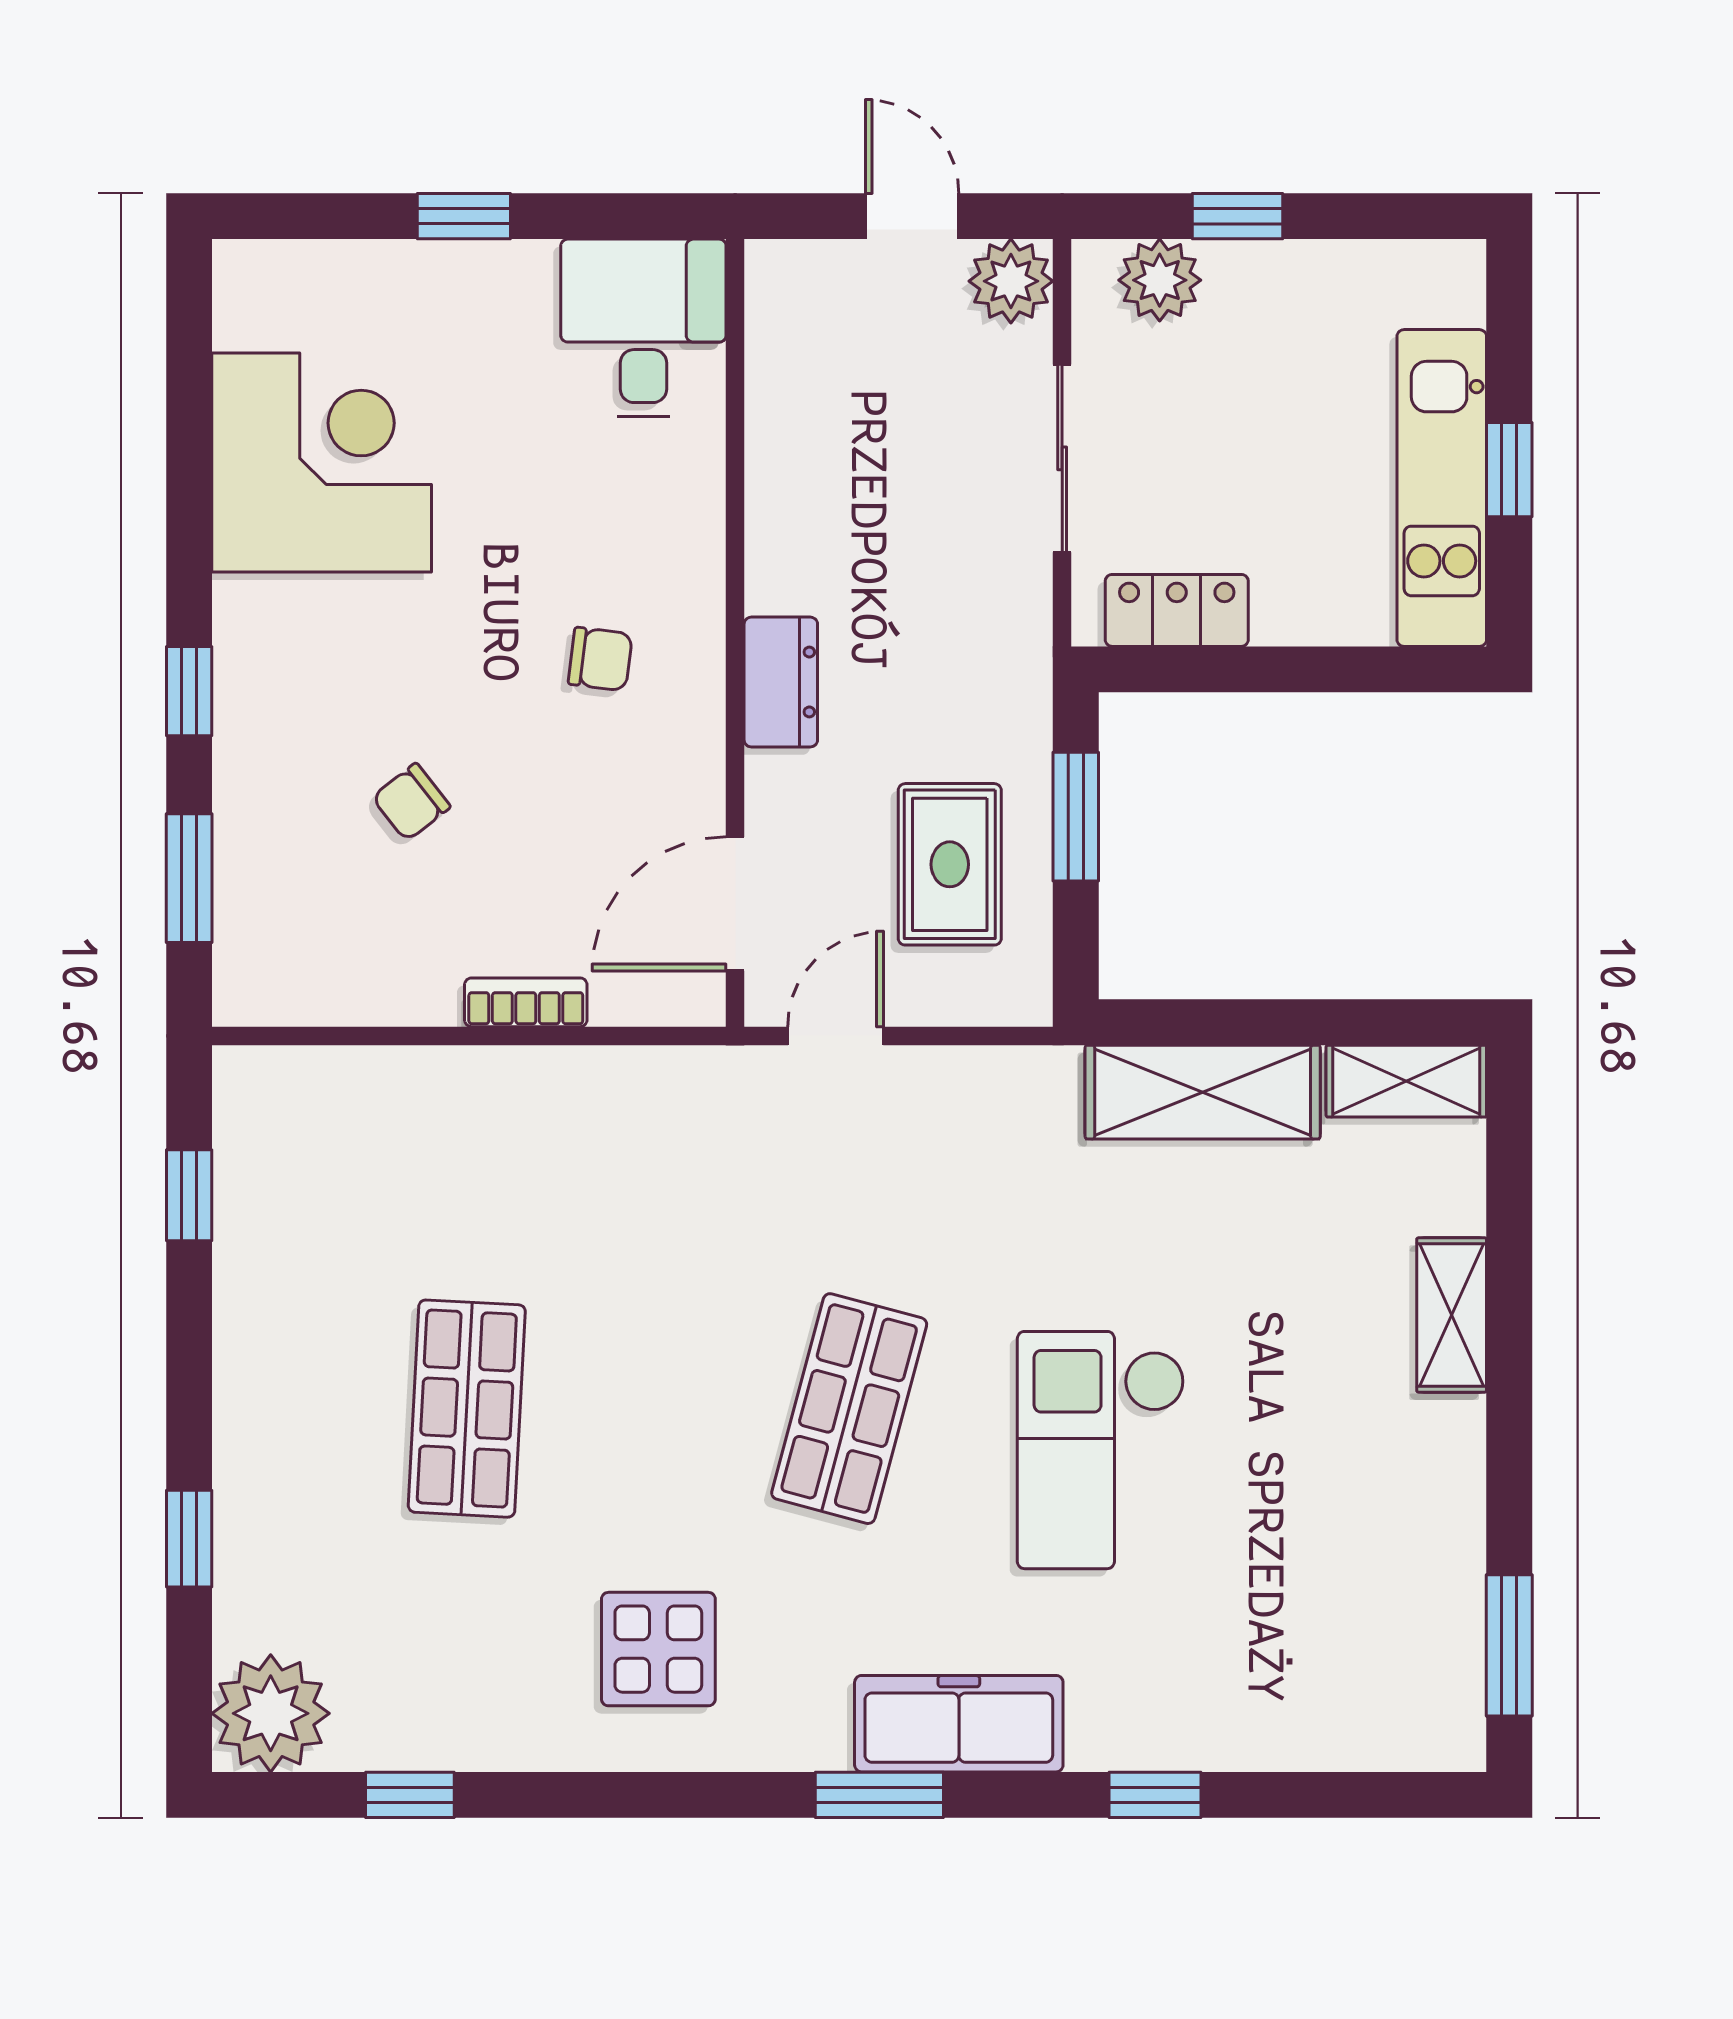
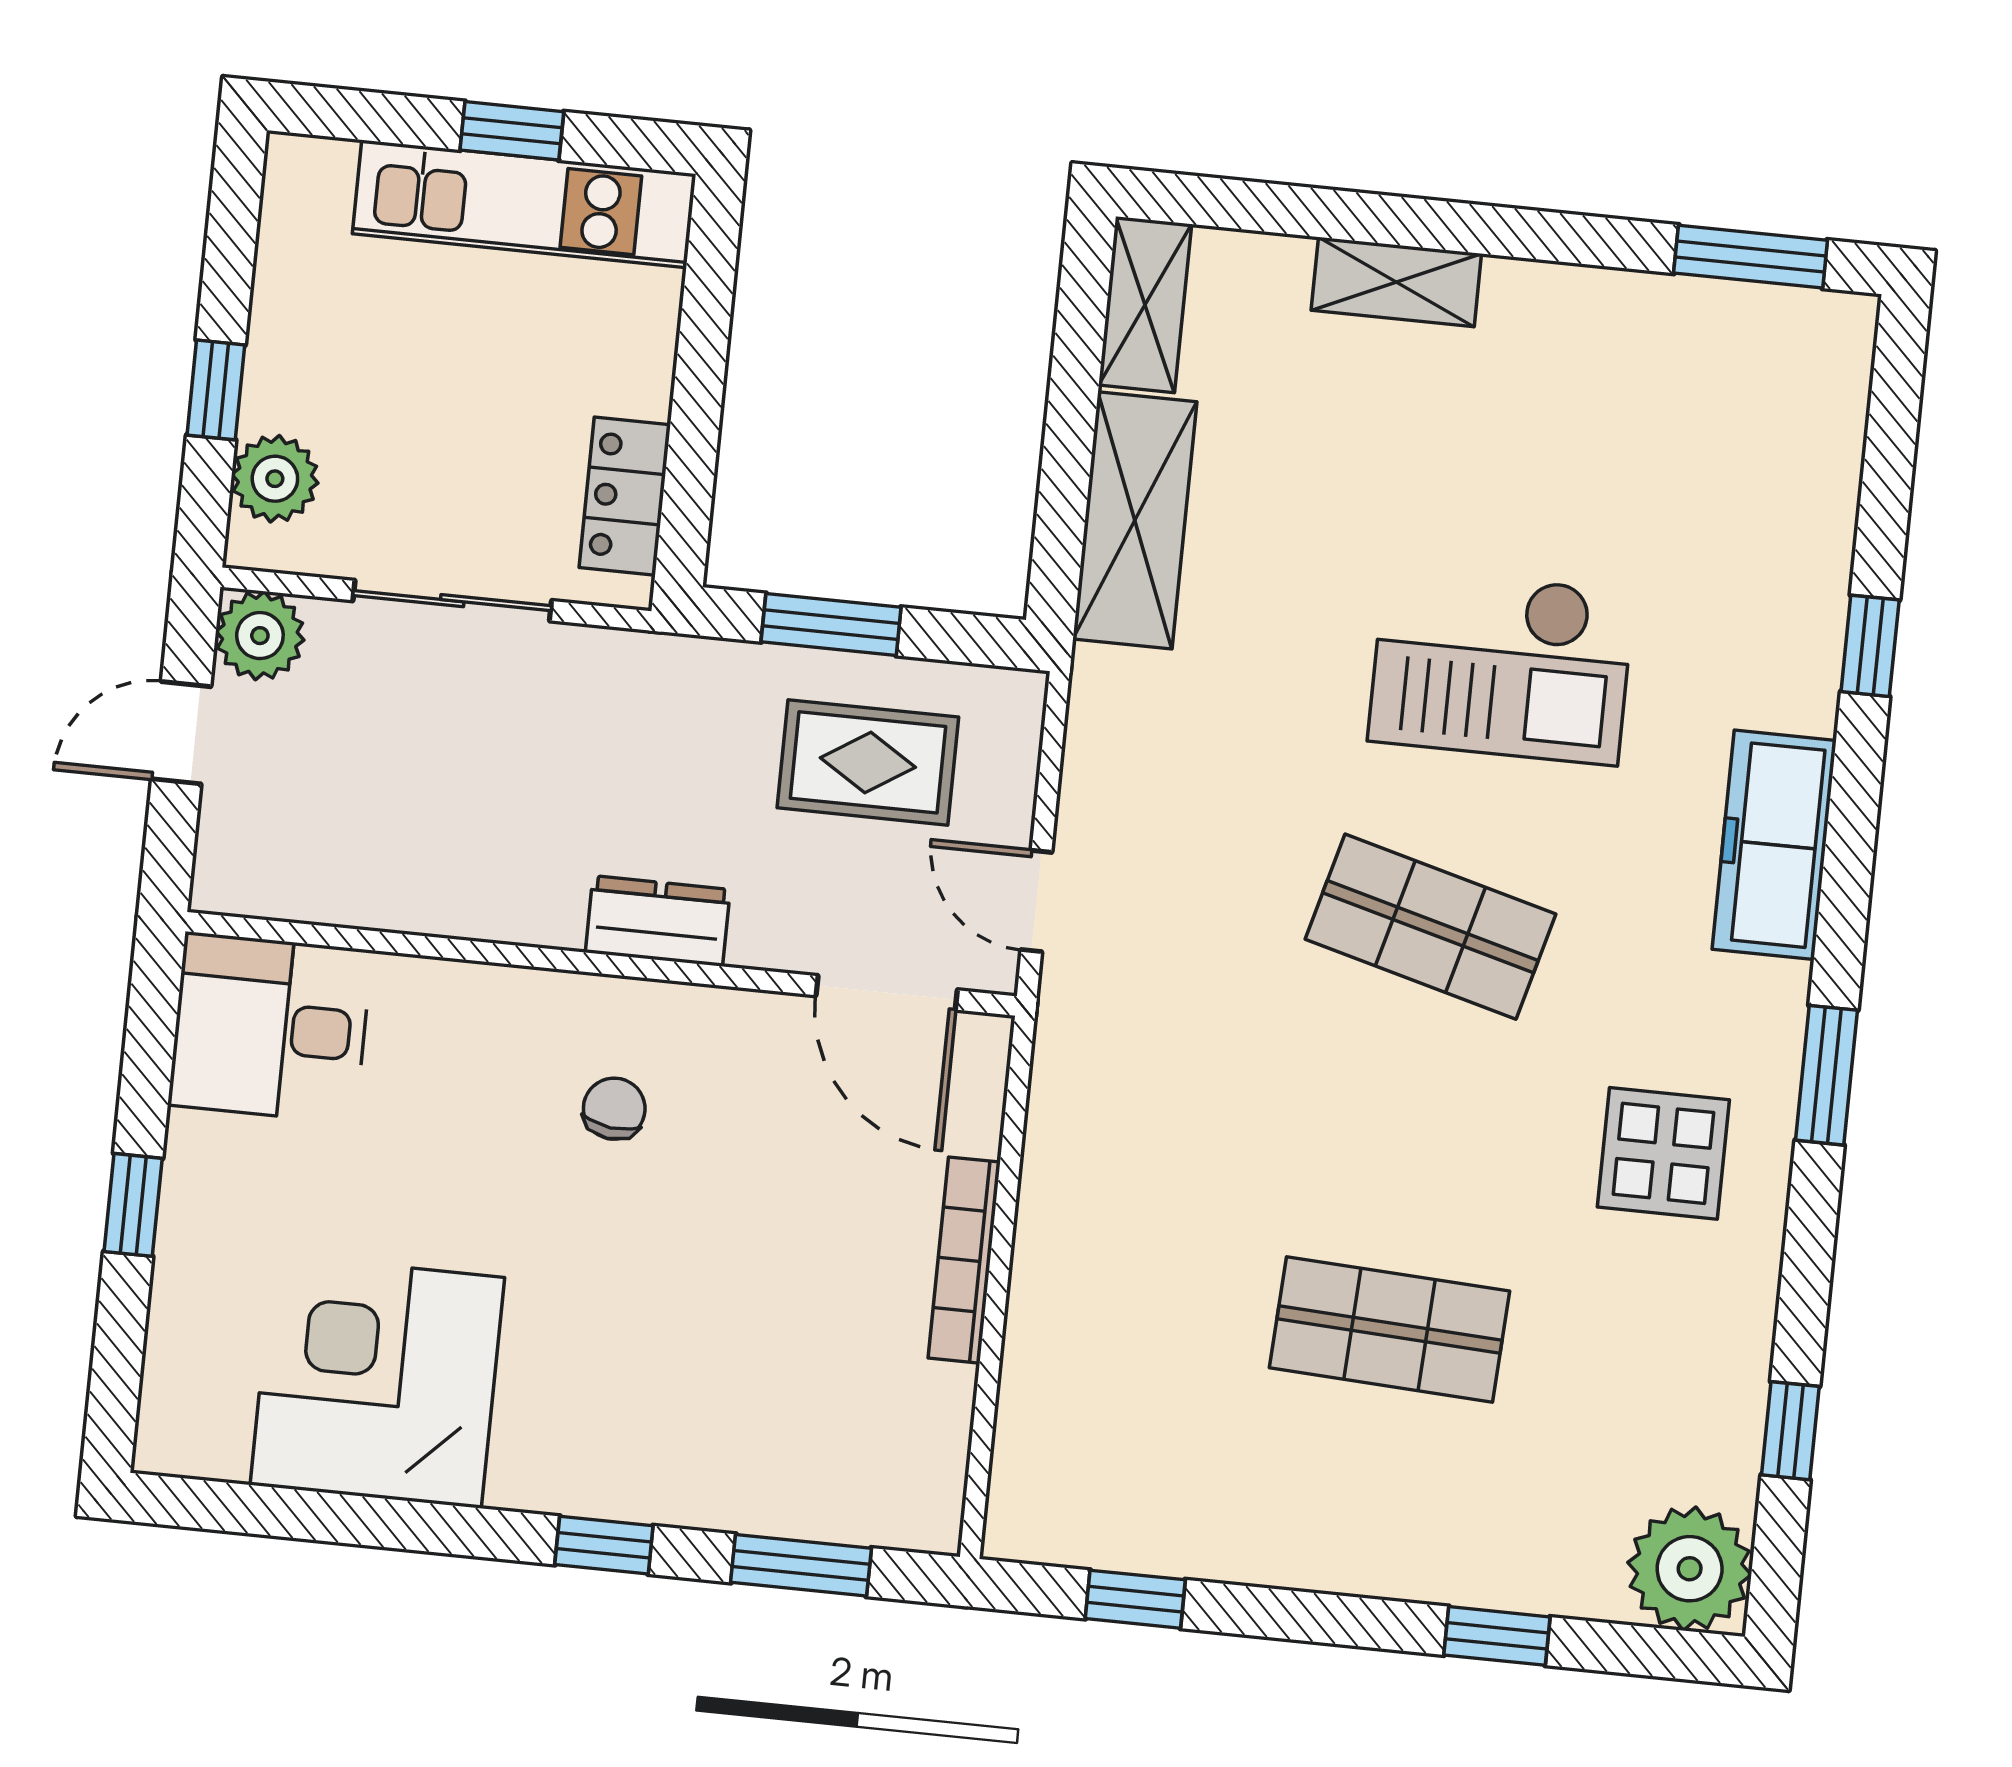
chair: (411, 802) -> (745, 1323), removed
bookcase: (526, 1002) -> (964, 1260), width x1.56
window: (879, 1795) -> (1827, 1075), moved

